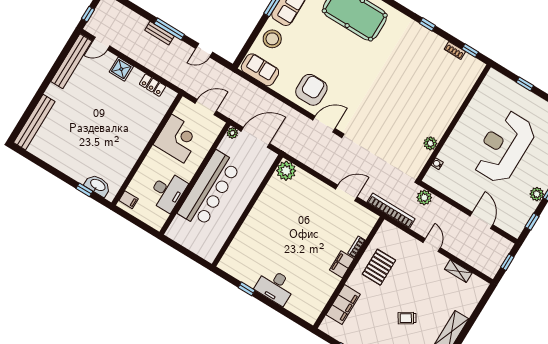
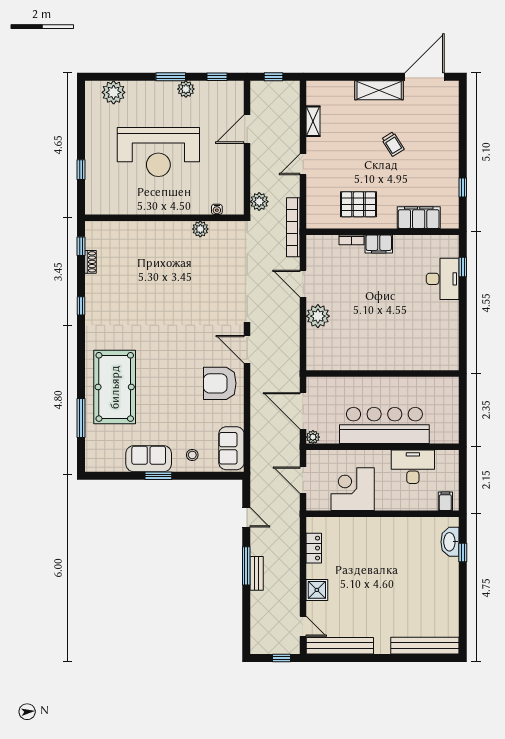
stool: (272, 39) -> (192, 455), width x0.53, depth x0.53
plant: (286, 171) -> (318, 316), moved
desk: (275, 287) -> (443, 279), moved
window: (247, 289) -> (463, 267), moved

